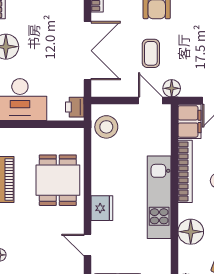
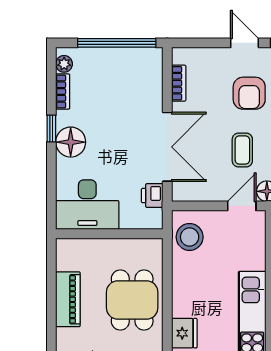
door: (150, 101) -> (242, 206), hinge flipped
printer: (75, 107) -> (152, 196), moved

